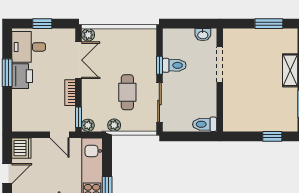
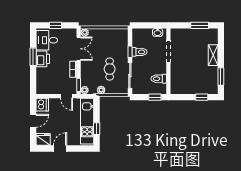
toilet: (205, 124) -> (159, 79), moved
window: (199, 136) -> (155, 97), added

